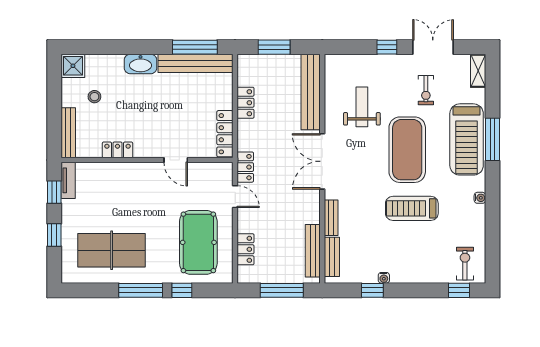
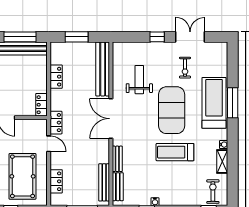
shelving: (478, 71) -> (222, 161), moved
locker: (225, 134) -> (42, 105), width x0.66
treadmill: (467, 139) -> (214, 103), turned 180

